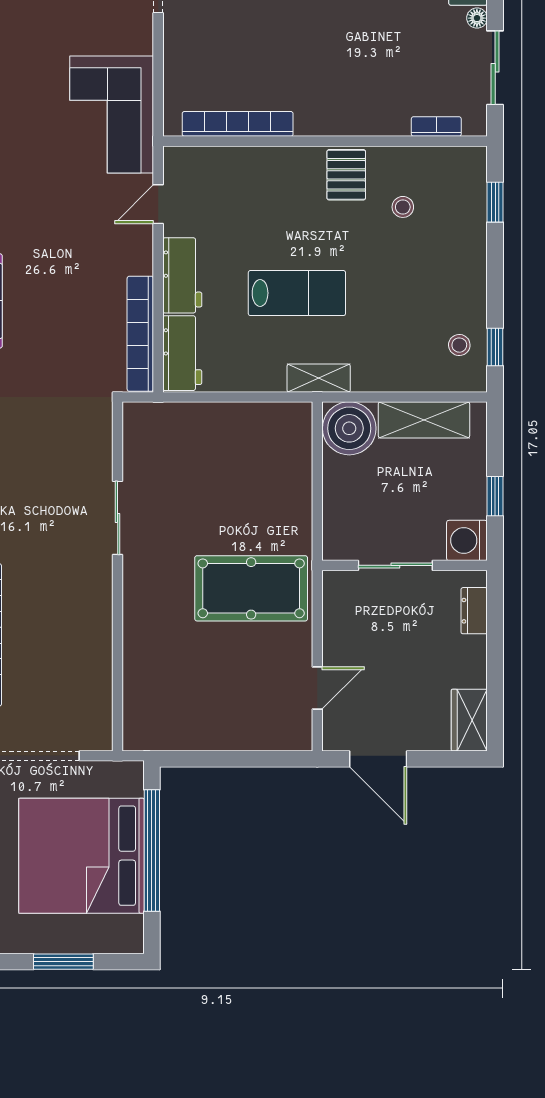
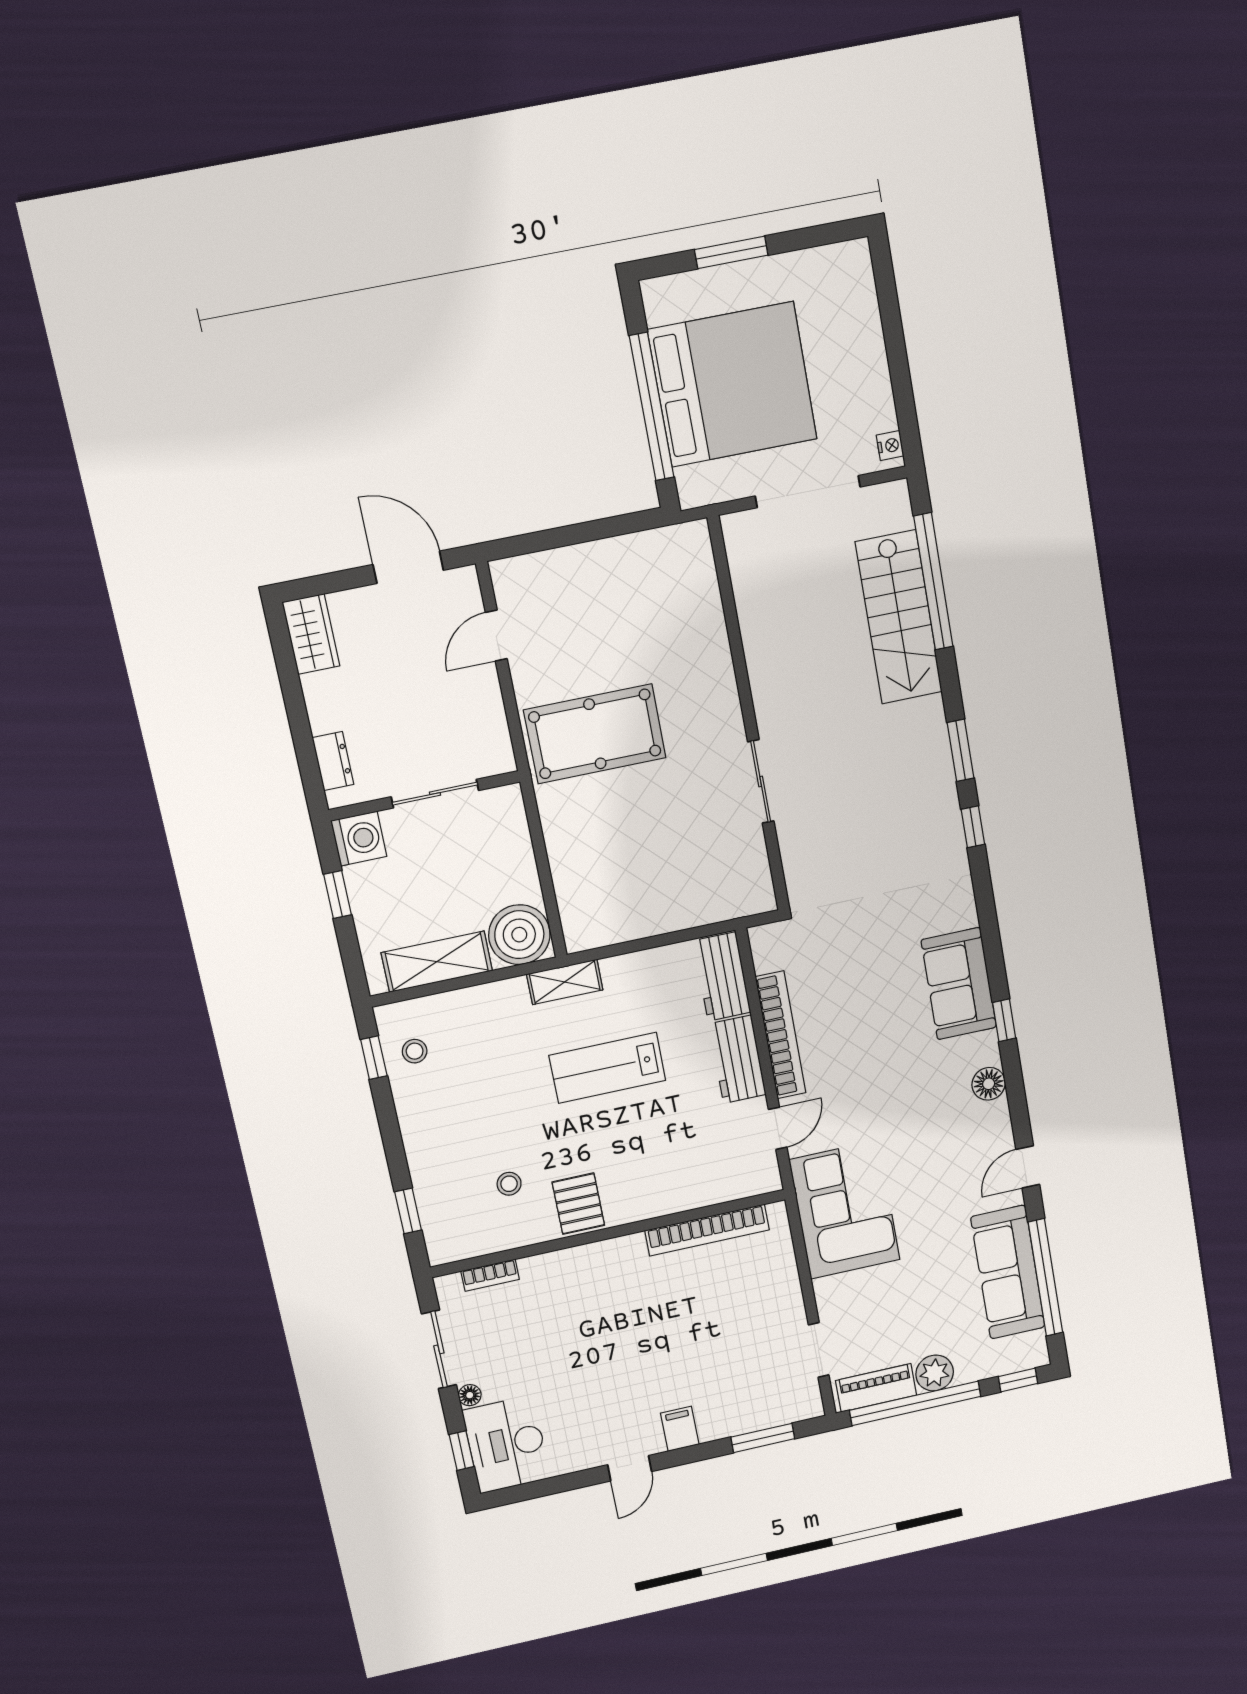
bookcase: (140, 334) -> (781, 1035), moved

